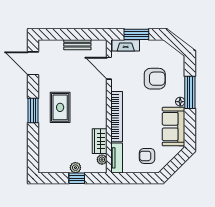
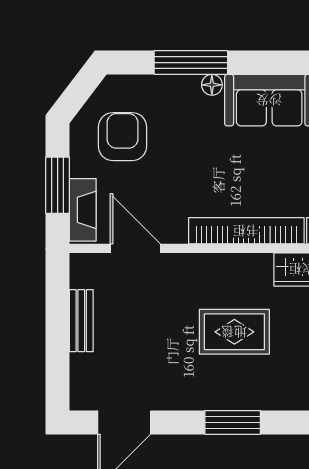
door: (109, 68) -> (135, 248), swing flipped
armchair: (155, 79) -> (122, 137), moved
rug: (60, 107) -> (234, 332), moved

